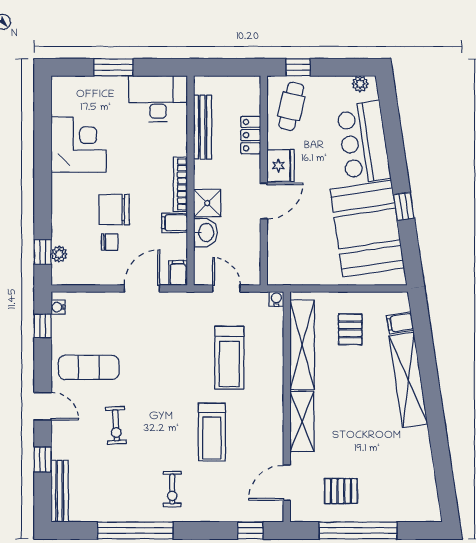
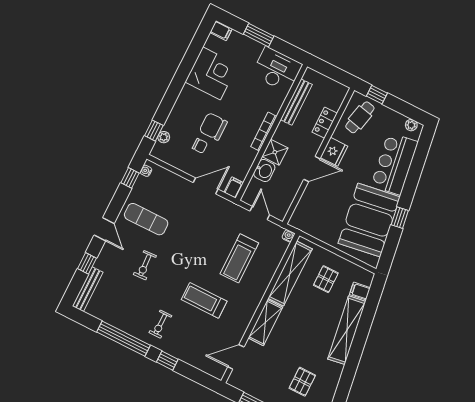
filing cabinet: (174, 223) -> (221, 31), moved, turned 180
treadmill: (212, 432) -> (204, 300), turned 90
pallet: (341, 491) -> (302, 382), moved, turned 90
window: (250, 530) -> (167, 361), moved

